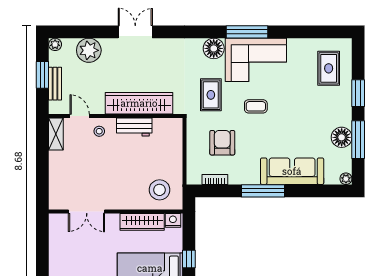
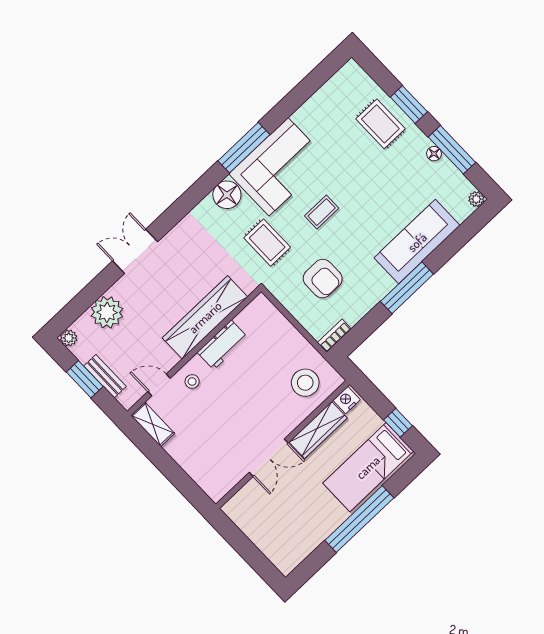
rug: (329, 68) -> (380, 124), moved
floor lamp: (342, 137) -> (434, 154), width x0.53, depth x0.53
armchair: (222, 143) -> (323, 279), turned 180
bookcase: (215, 180) -> (334, 336), moved
double door: (87, 212) -> (269, 458), moved

